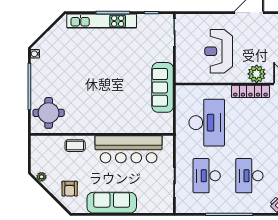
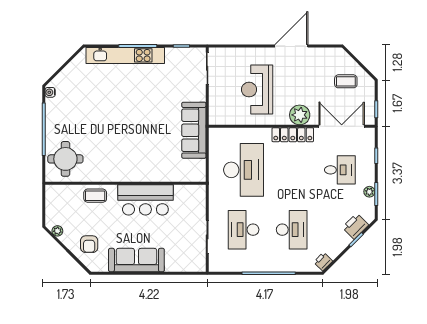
bar counter: (129, 149) -> (145, 200), width x0.73
desk: (249, 176) -> (292, 230), turned 180

